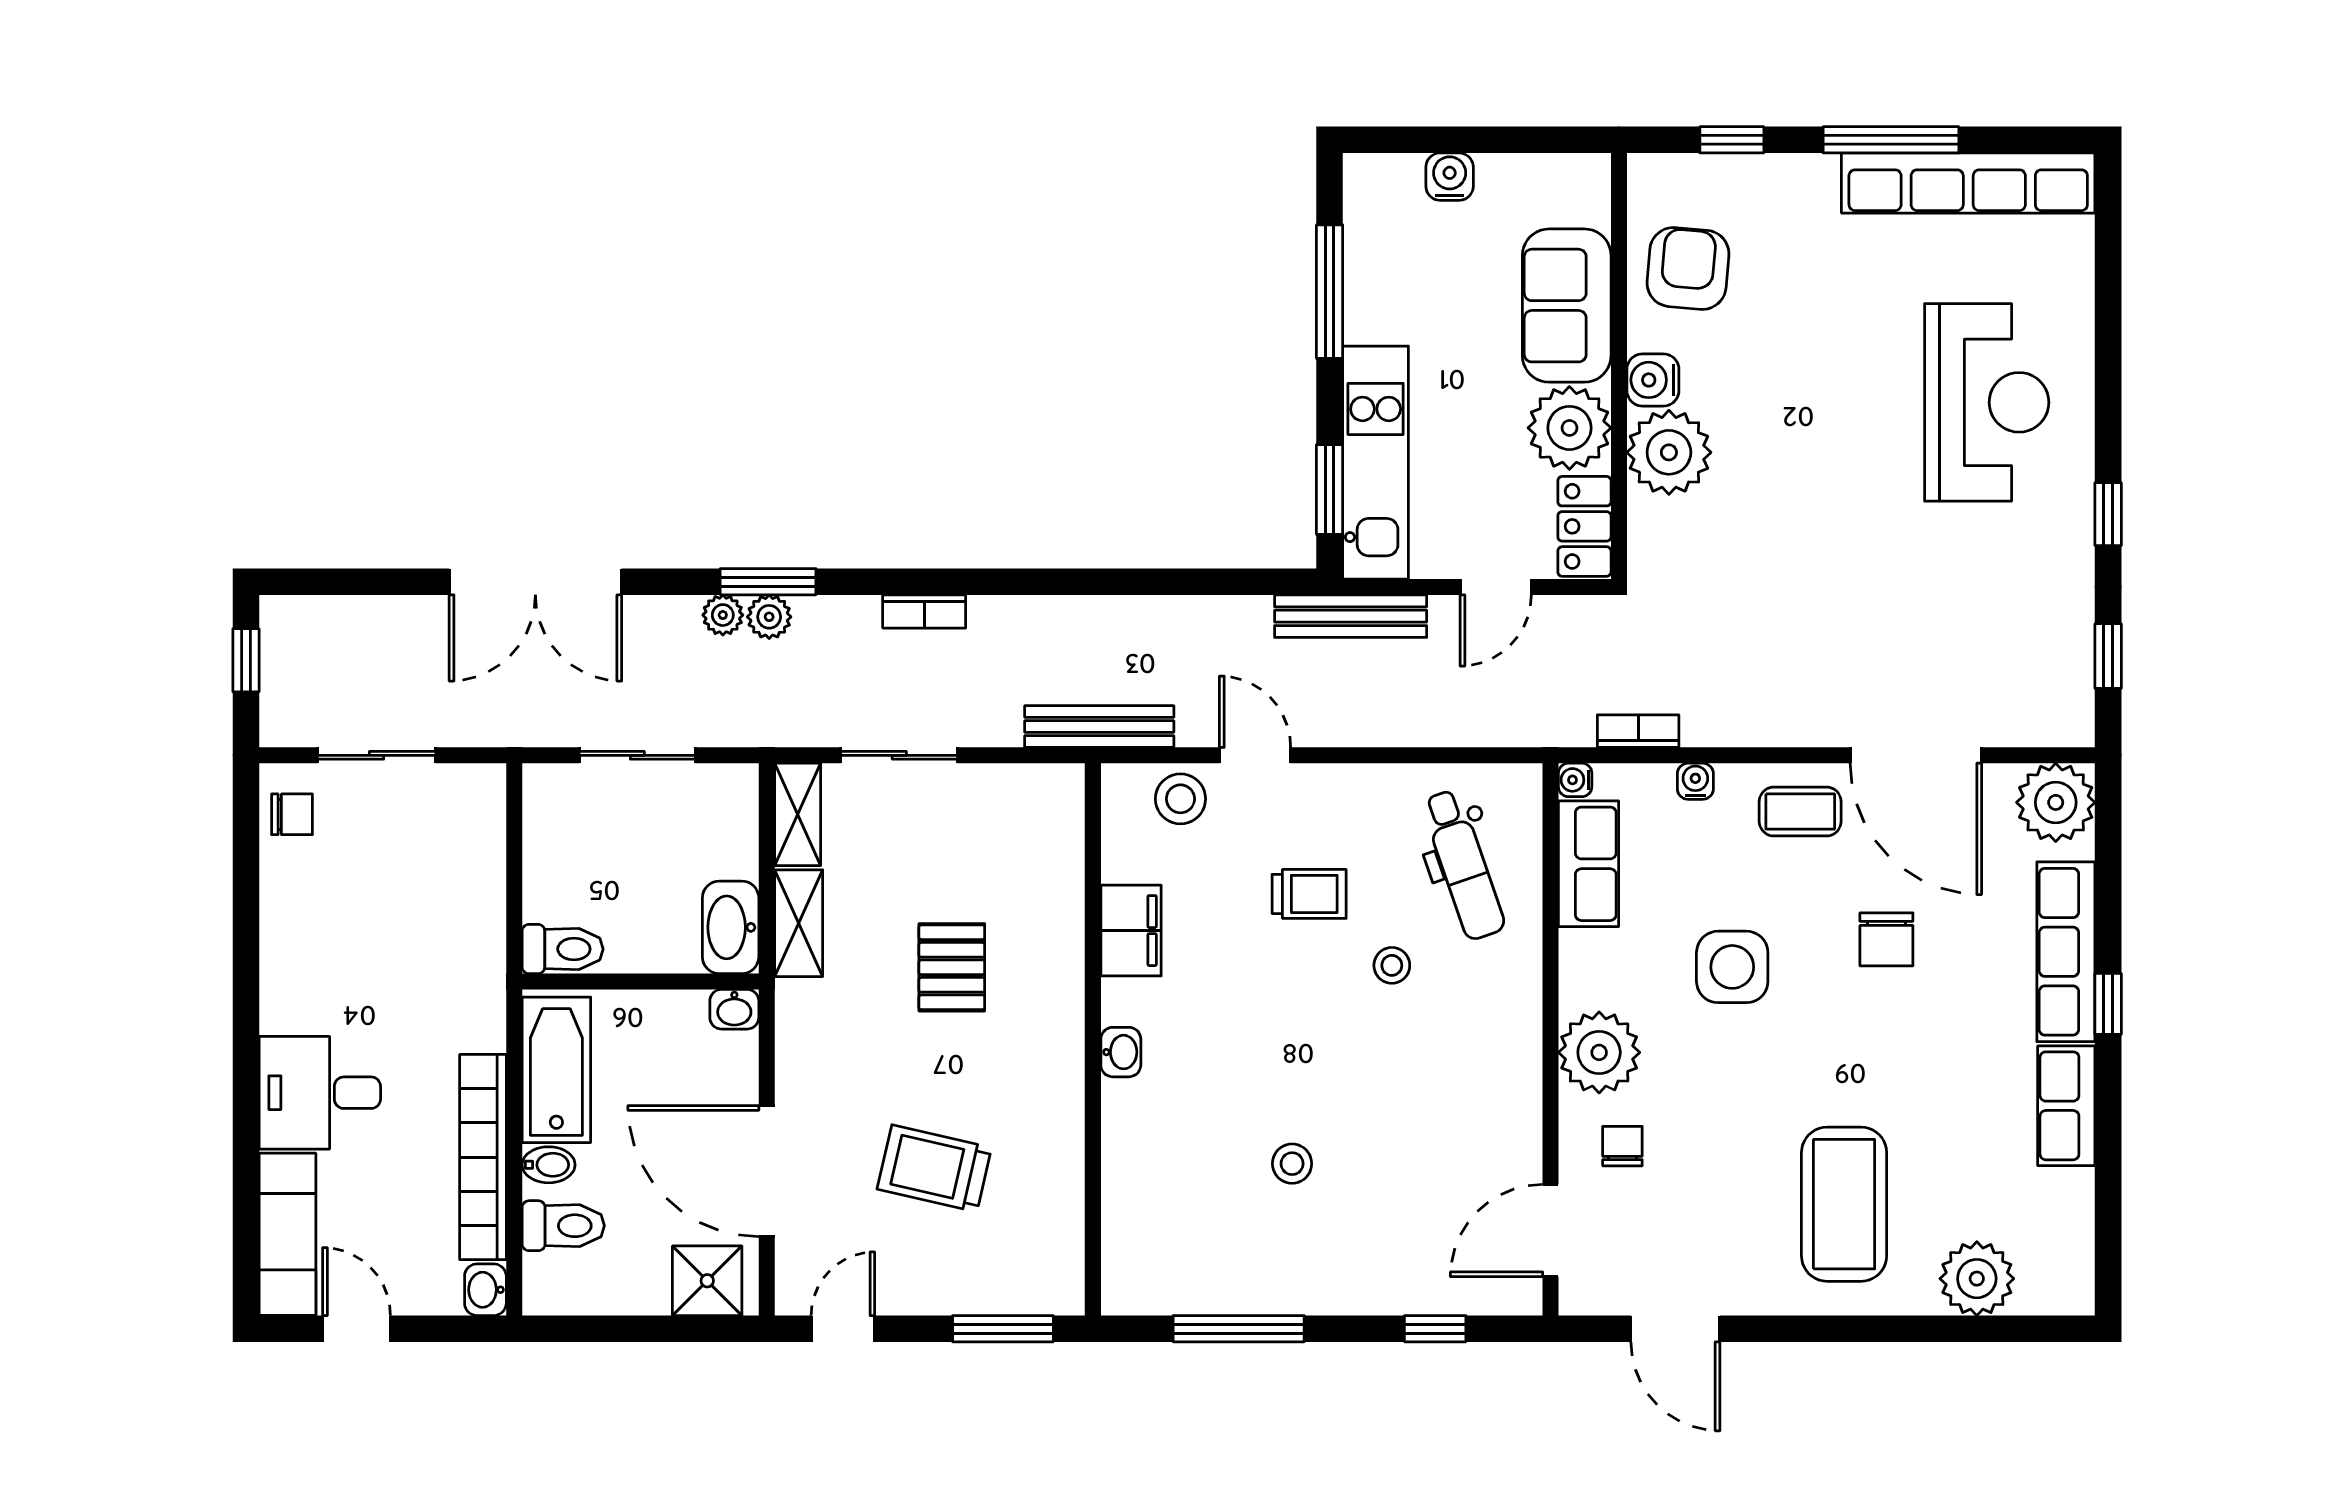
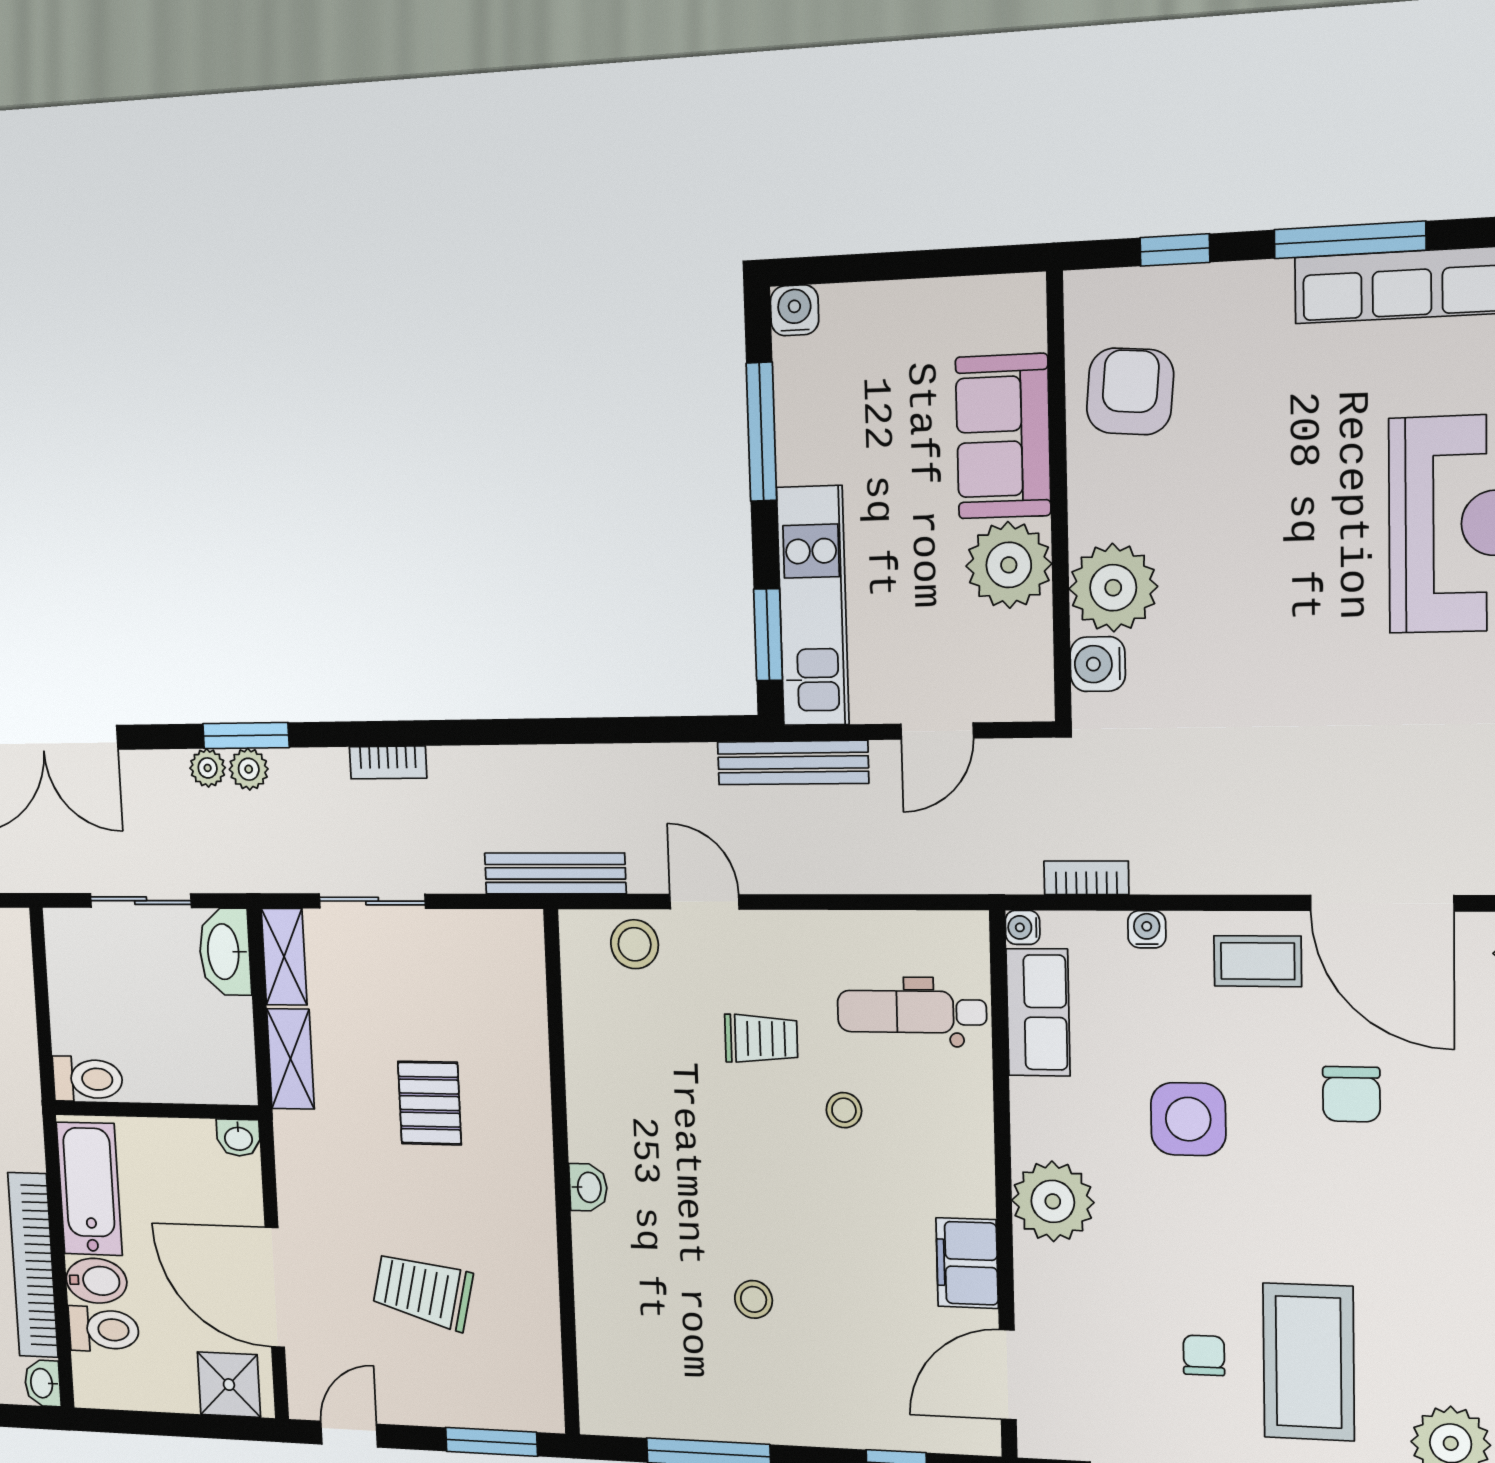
water cooler: (1450, 177) -> (795, 310), moved
water cooler: (1653, 380) -> (1098, 664), moved
locker: (1584, 526) -> (1026, 667), removed
dental chair: (1463, 865) -> (912, 1012), turned 109
washbasin: (731, 927) -> (225, 952), moved
filing cabinet: (1131, 931) -> (967, 1263), moved, turned 180
chair: (1622, 1146) -> (1204, 1355), moved
bidet: (549, 1165) -> (96, 1281), width x1.38, depth x1.36

